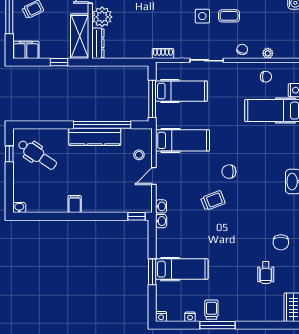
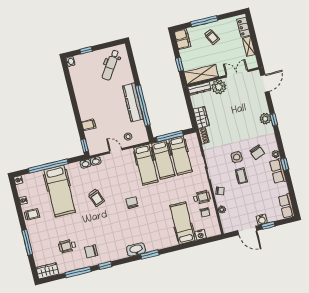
wardrobe: (137, 50) -> (201, 117), added
wheelchair: (245, 76) -> (202, 197), added
hospital bed: (181, 115) -> (163, 160), added
window: (9, 154) -> (86, 50), moved
trolley: (213, 200) -> (96, 198), moved
filing cabinet: (75, 204) -> (89, 125), moved
hospital bed: (182, 269) -> (60, 191), width x1.37, depth x1.29
window: (152, 272) -> (48, 166), width x2.11
window: (218, 325) -> (27, 242), moved

